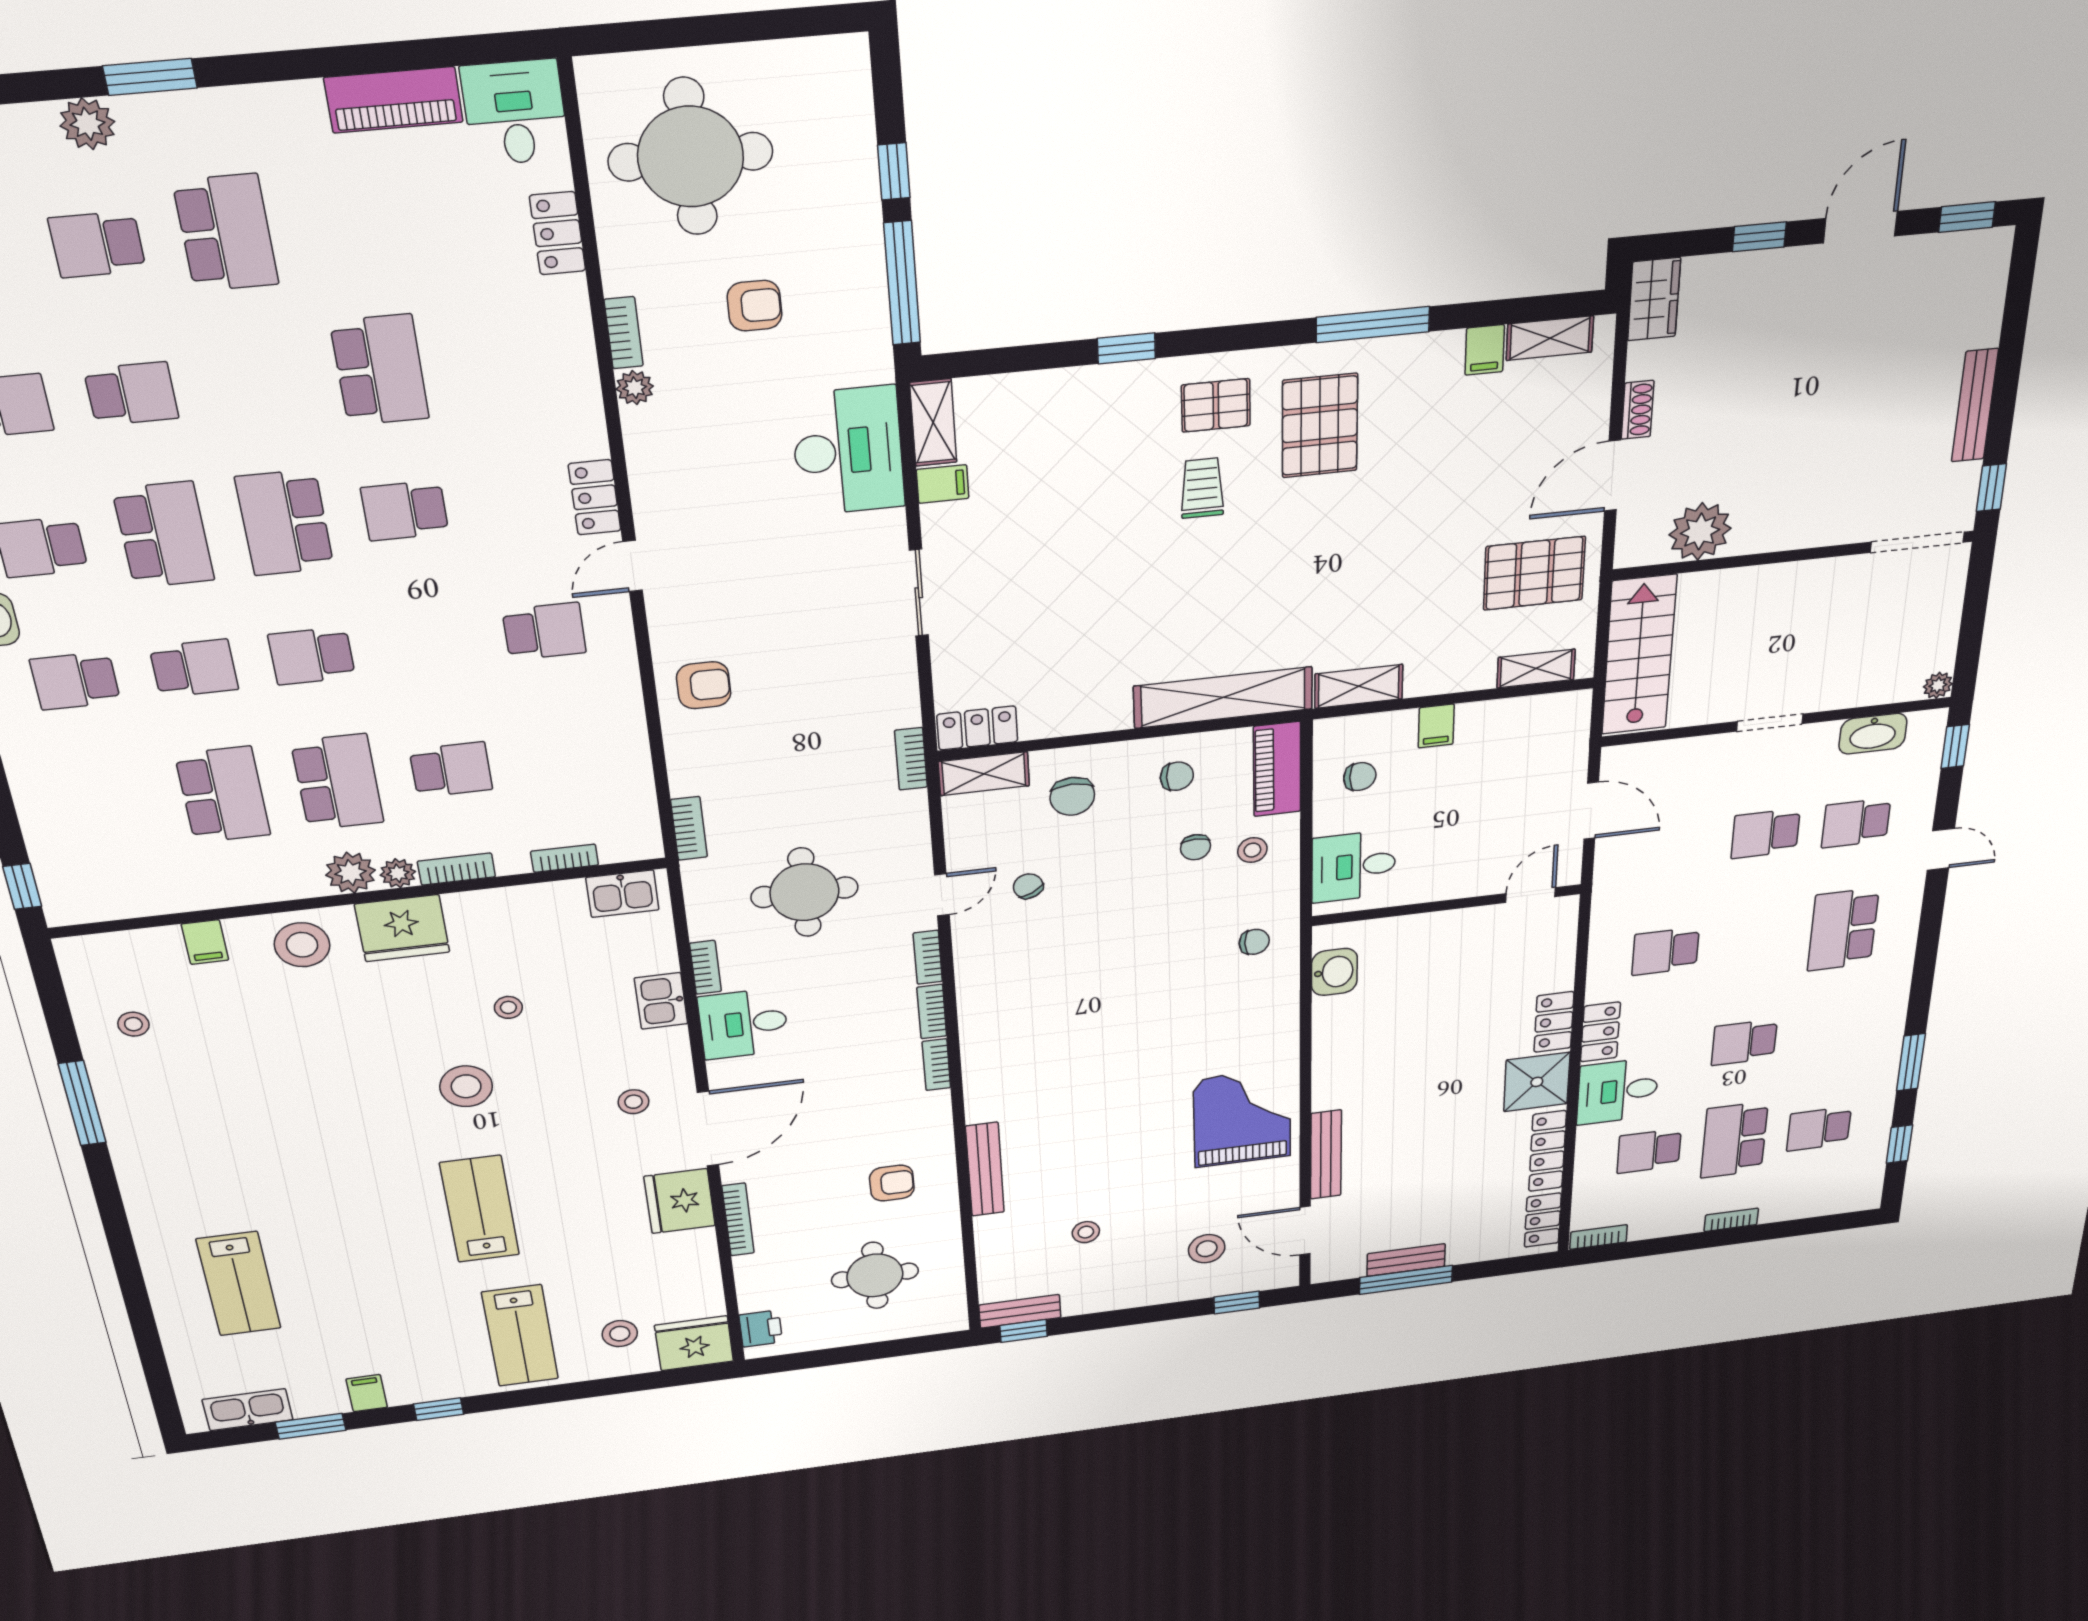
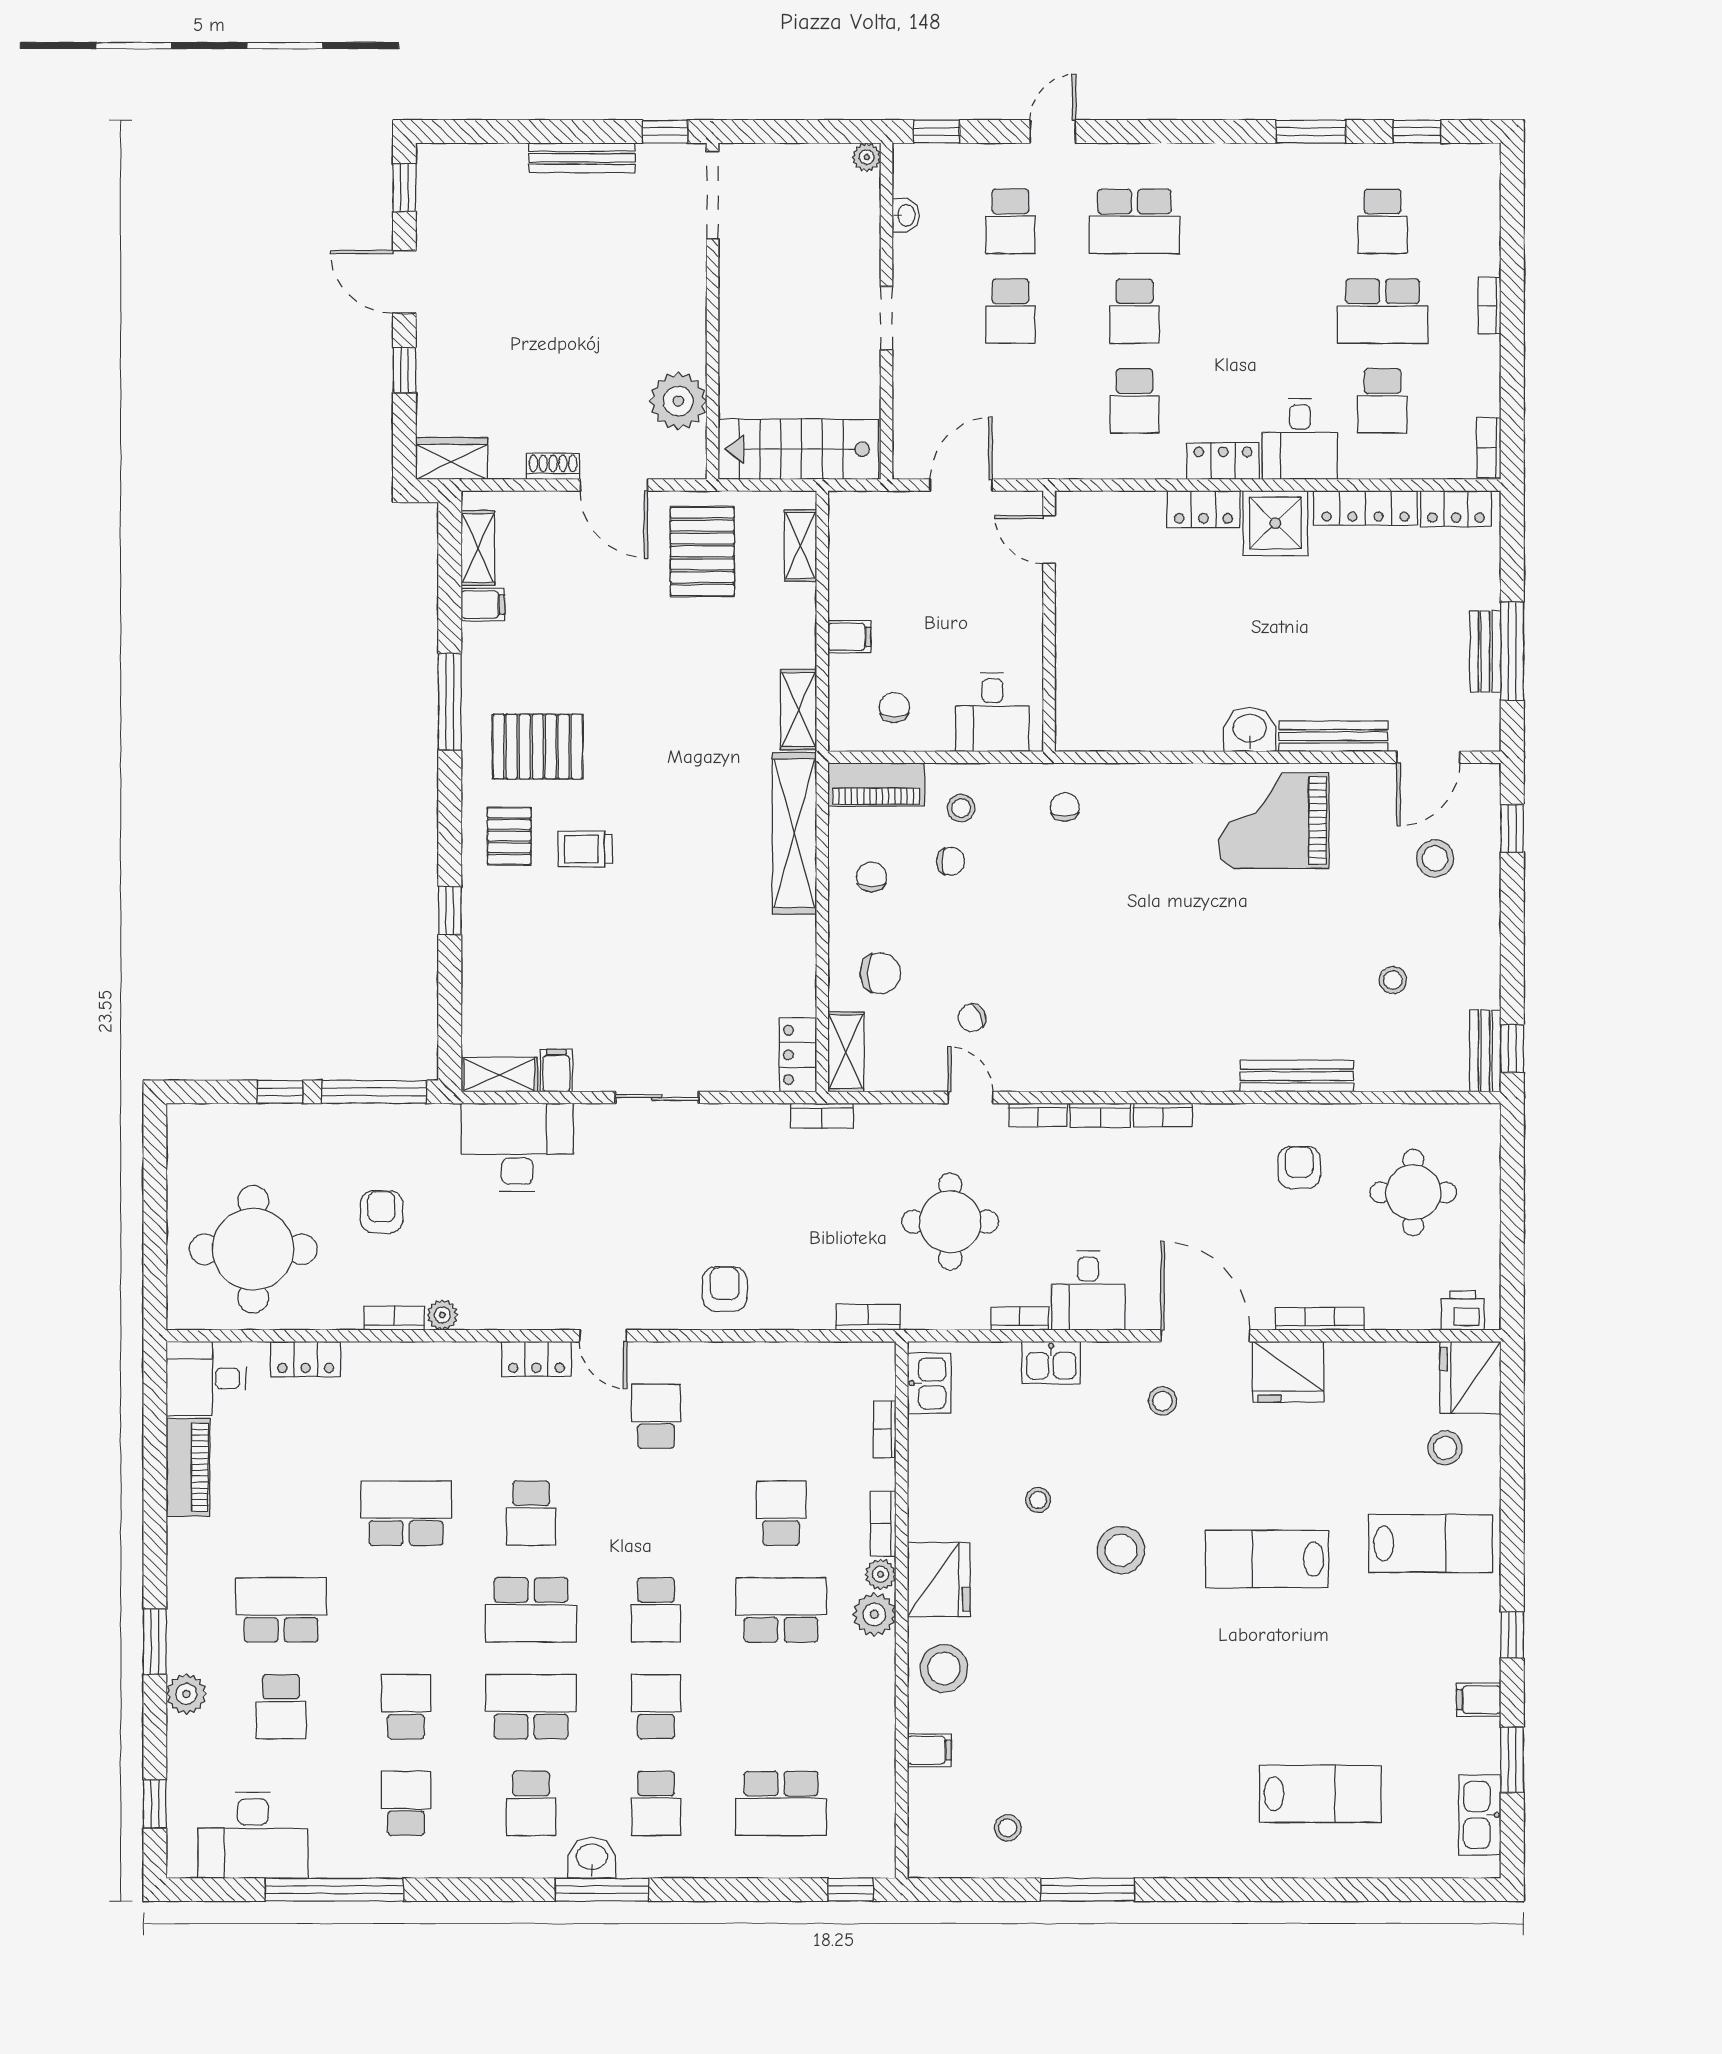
washbasin: (1873, 734) -> (906, 215), width x0.52, depth x0.69
school desk: (223, 795) -> (781, 1803), moved, turned 180
washbasin: (1334, 972) -> (1250, 729), moved
school desk: (1744, 1042) -> (1134, 311), moved

